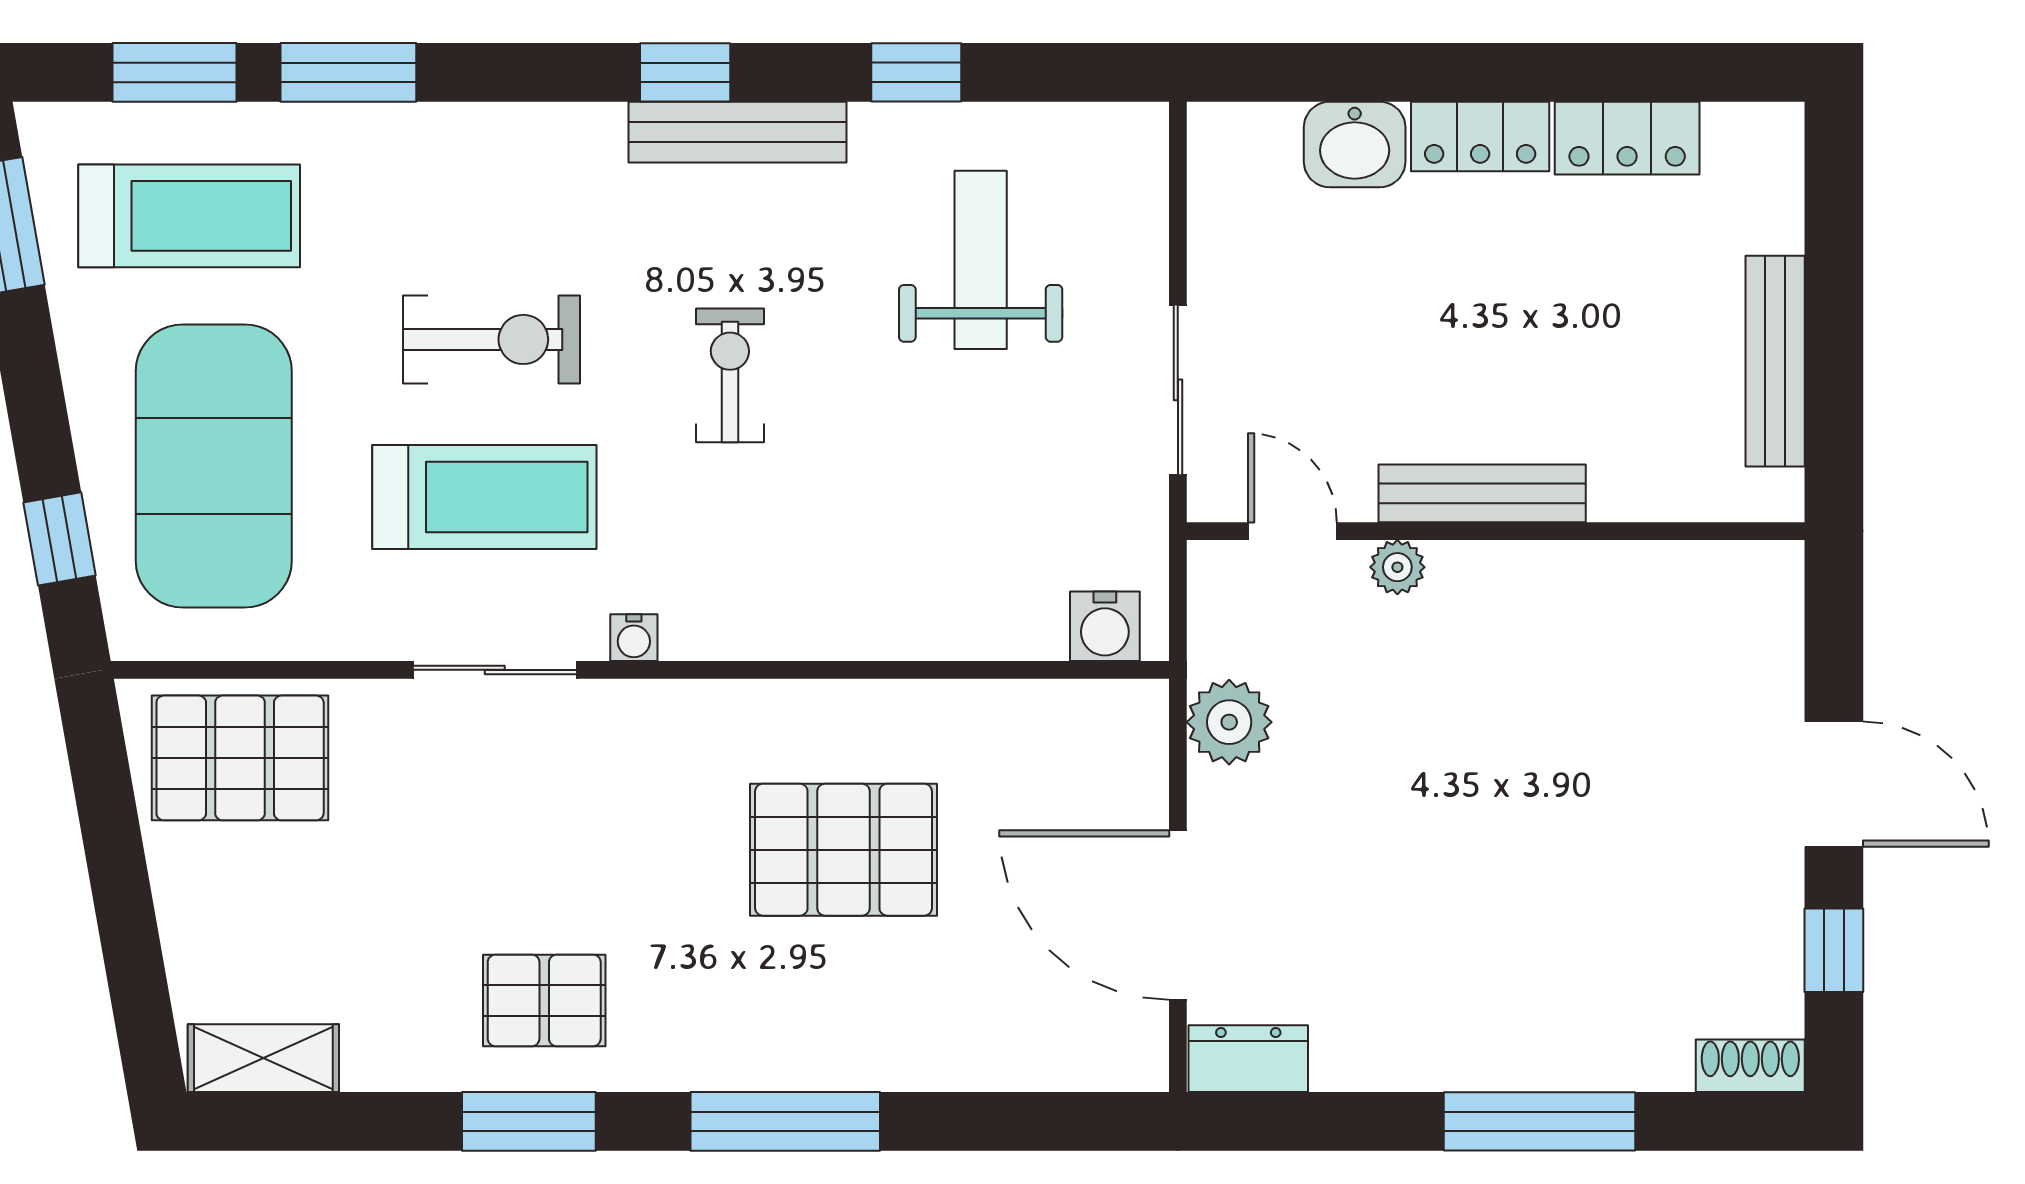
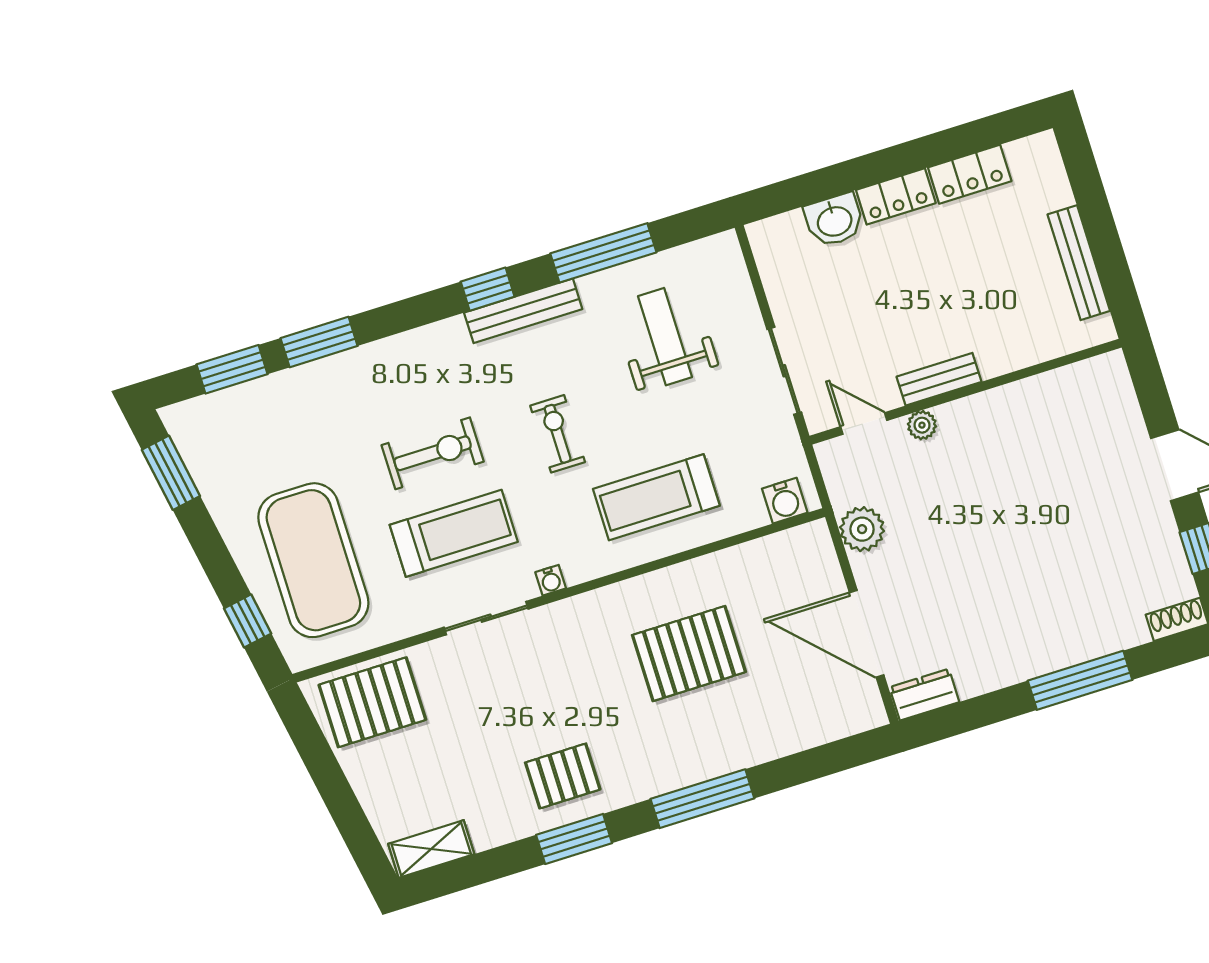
window: (916, 72) -> (603, 253), width x2.17
treadmill: (189, 216) -> (656, 497), moved, turned 180
bench: (1482, 493) -> (939, 379), width x0.73

